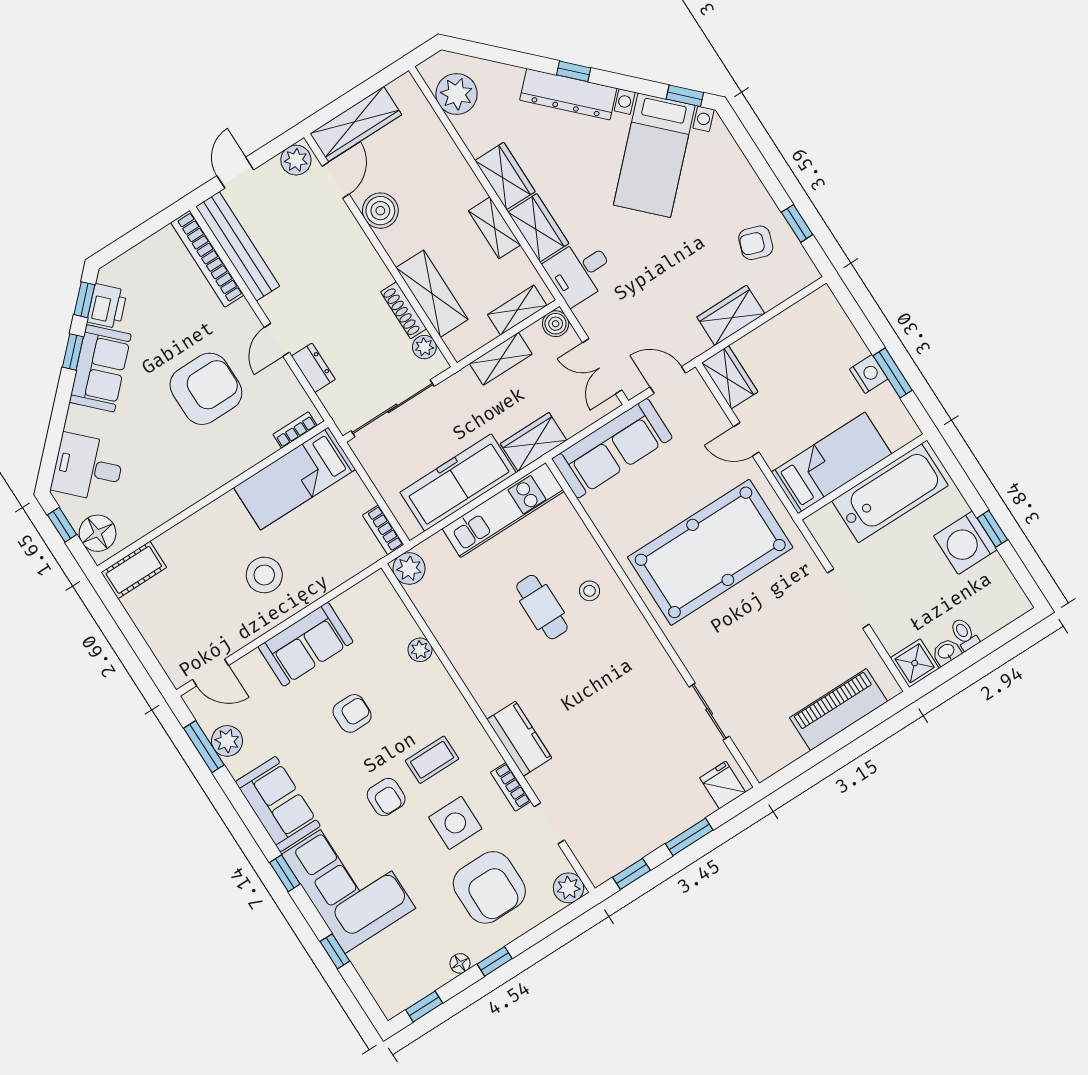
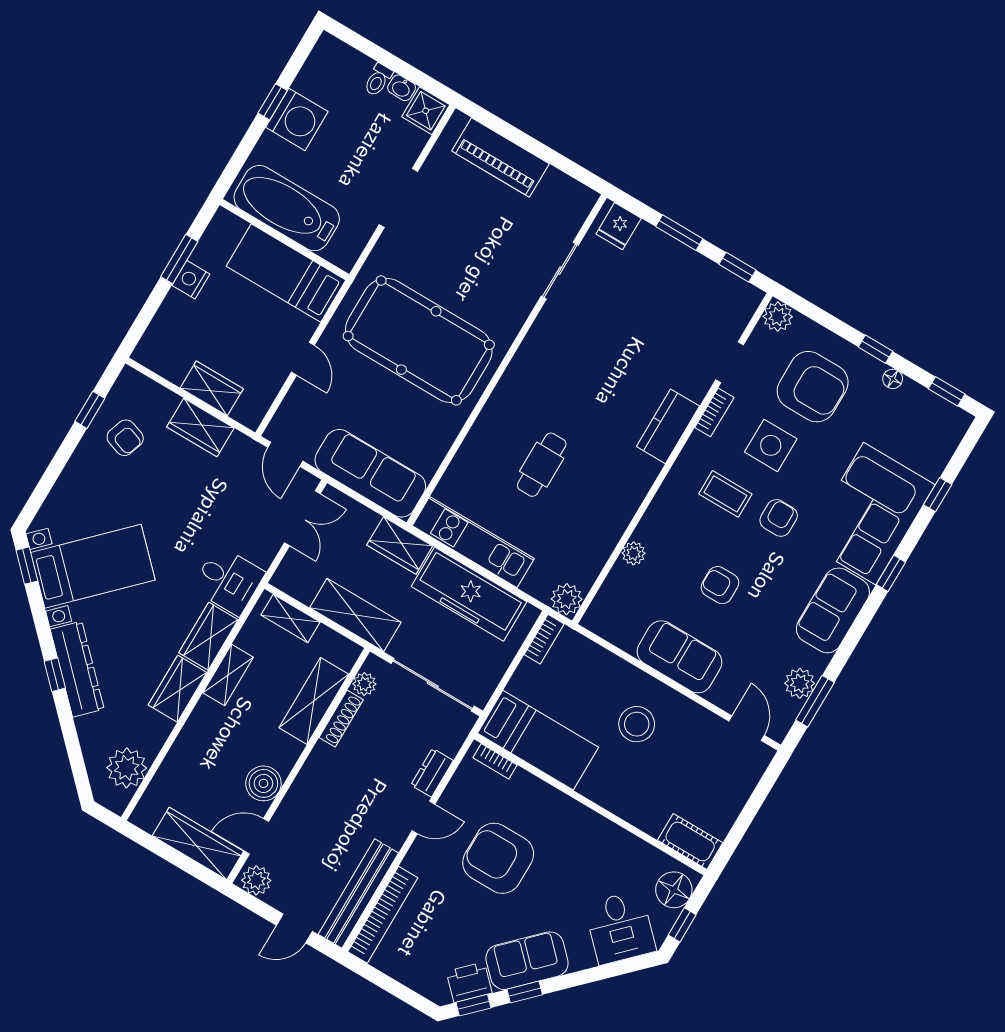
boiler: (556, 324) -> (285, 578), removed
shelving: (501, 359) -> (355, 615), width x1.50, depth x1.33
wardrobe: (730, 377) -> (212, 388), moved, turned 90
stool: (589, 591) -> (506, 430), removed
armchair: (489, 887) -> (813, 387), turned 90

